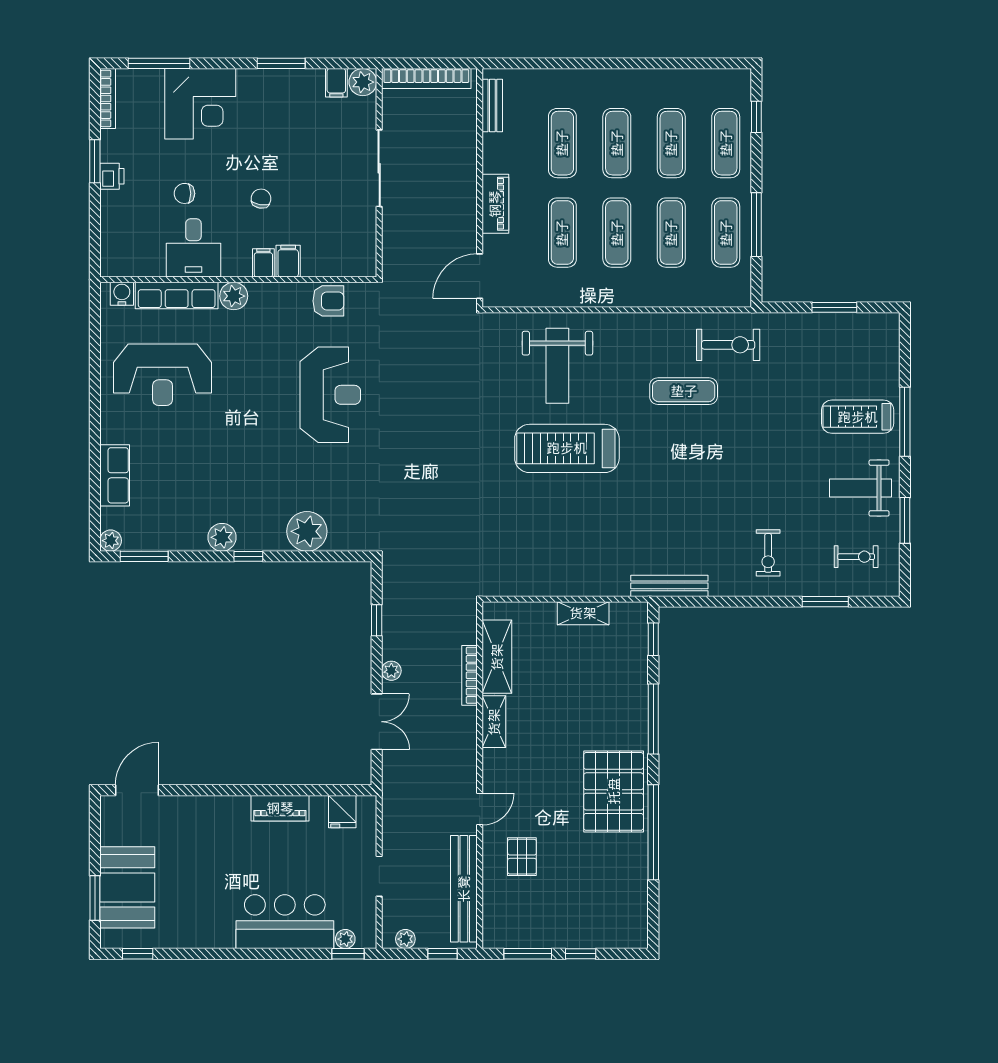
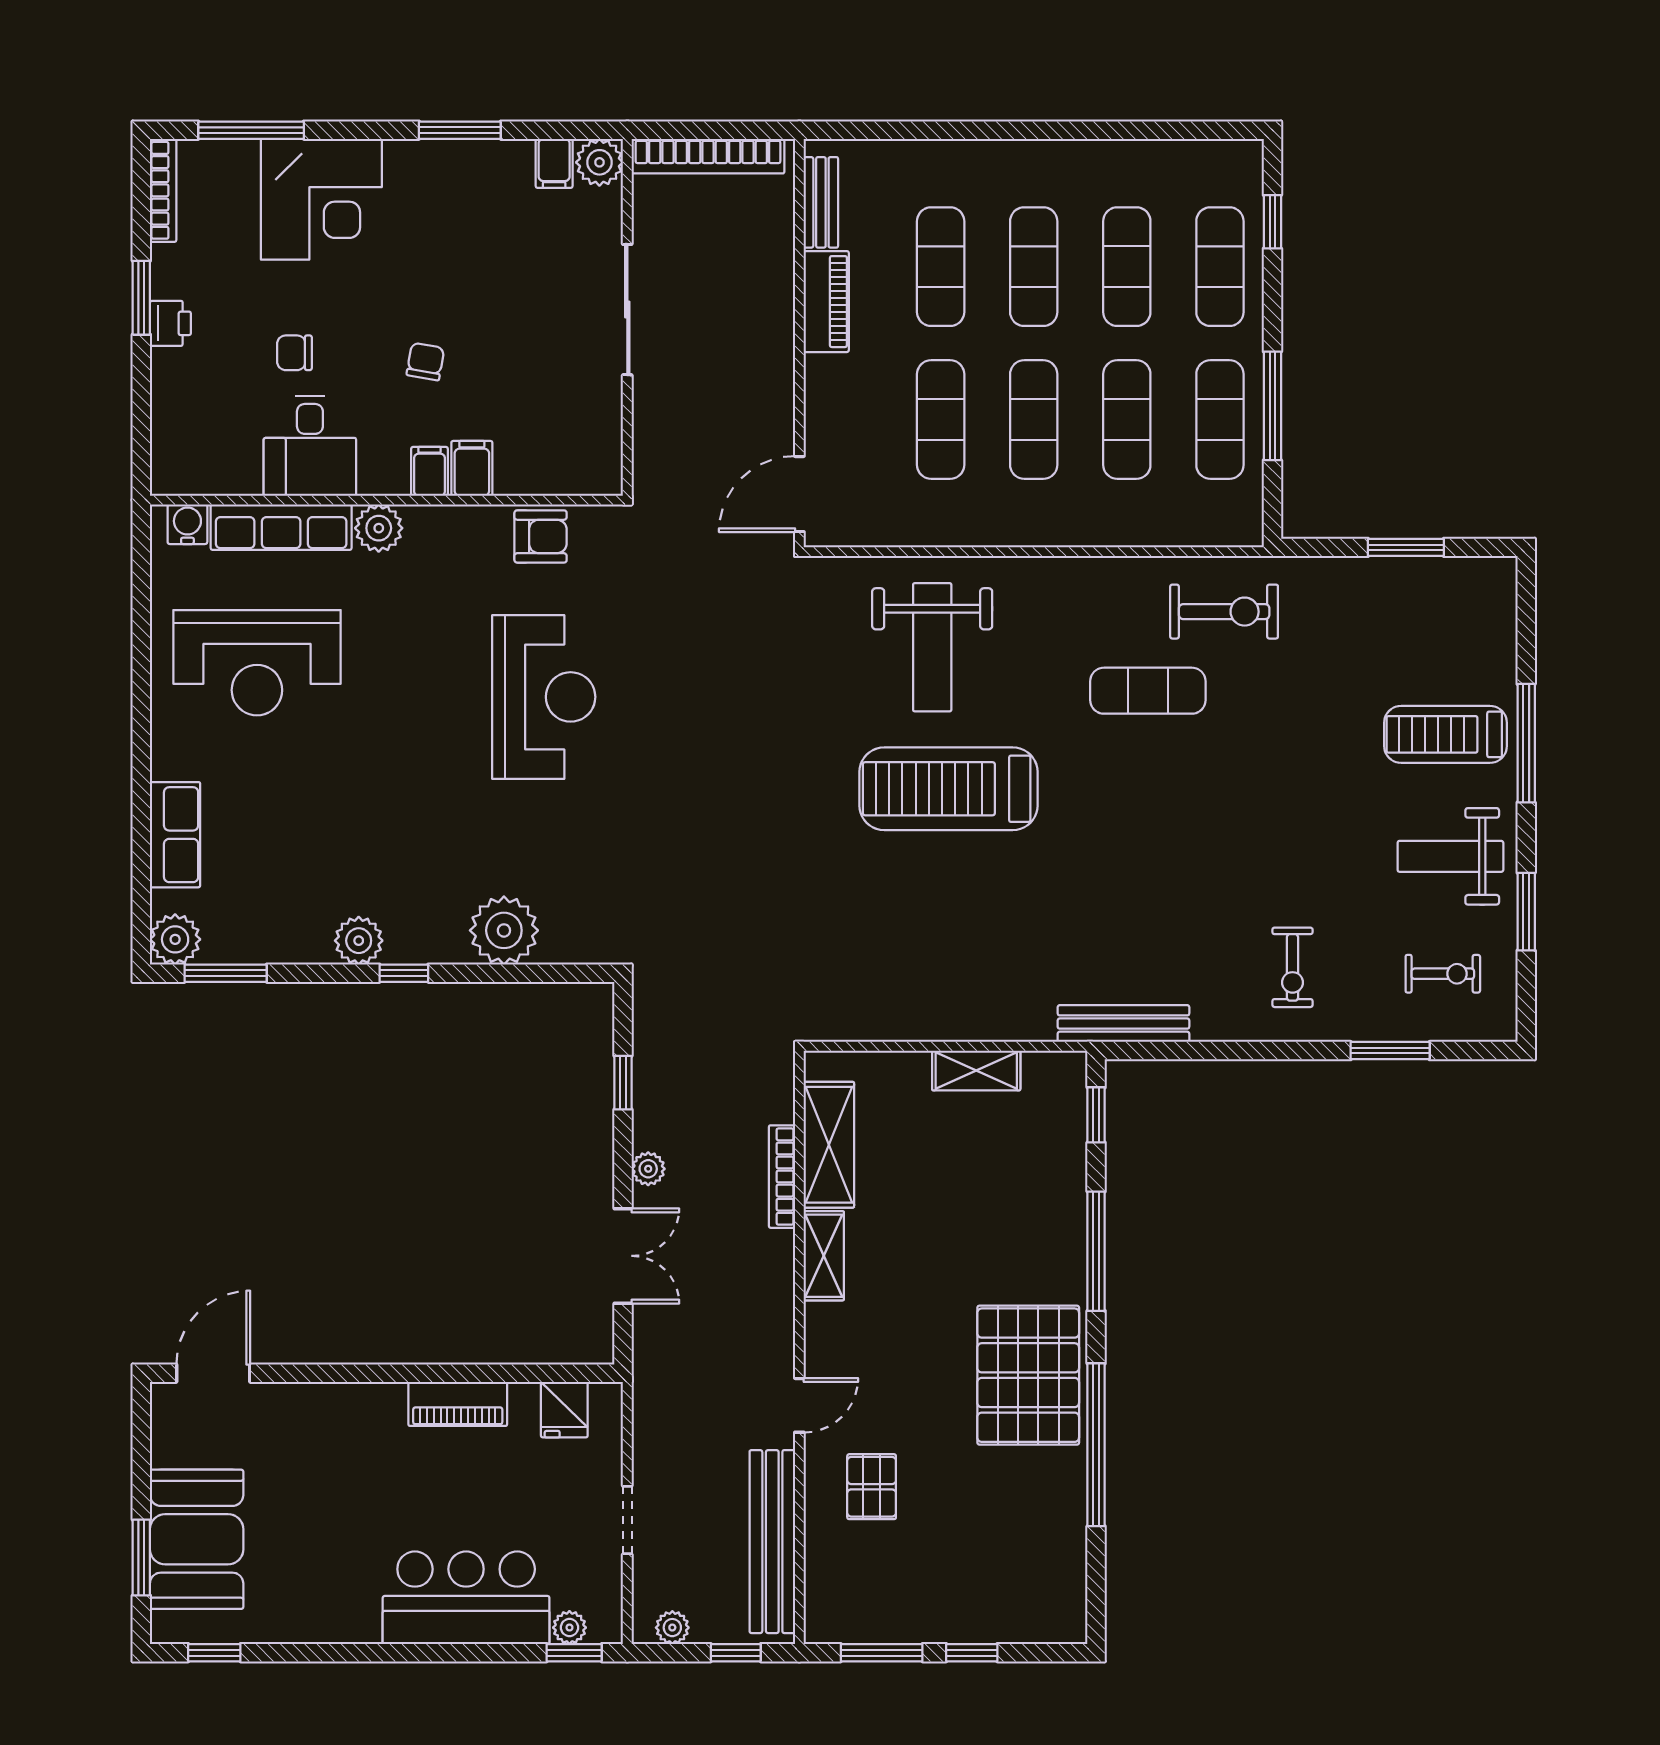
piano: (495, 204) -> (826, 302), moved
plant: (111, 541) -> (175, 939), width x1.38, depth x1.38

